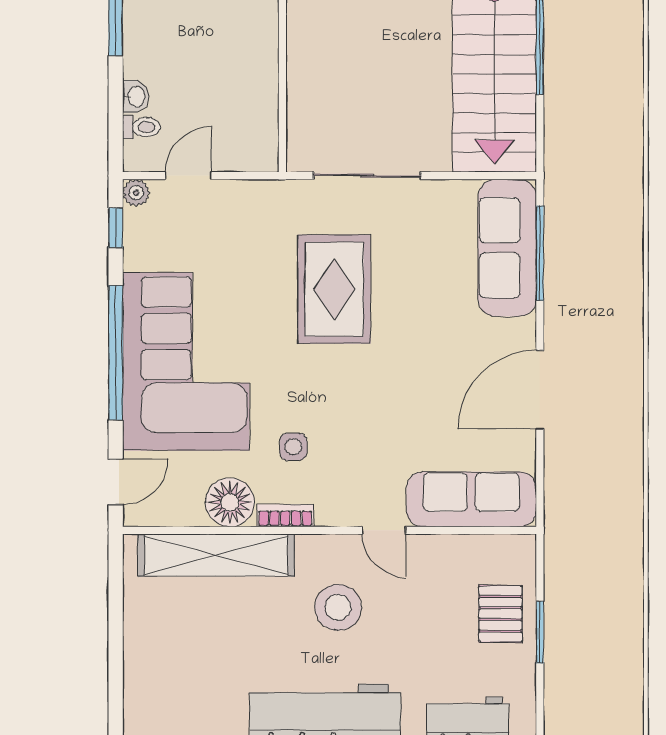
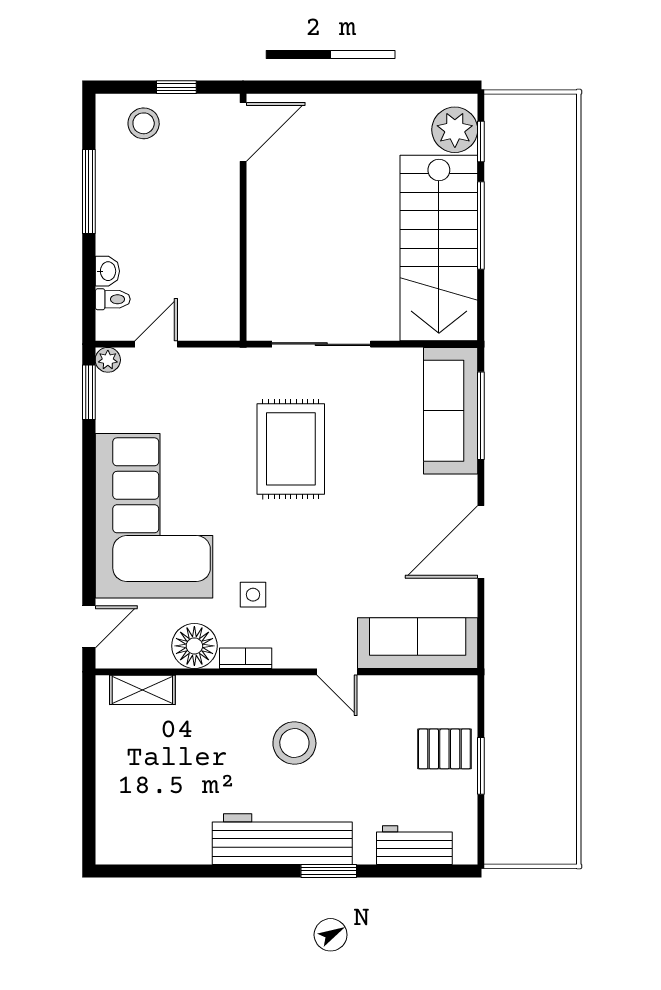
window: (116, 228) -> (89, 392), width x1.50
window: (116, 353) -> (89, 508), removed
shelving: (216, 555) -> (142, 690), width x0.45, depth x0.75
pallet: (500, 614) -> (444, 749), turned 90

